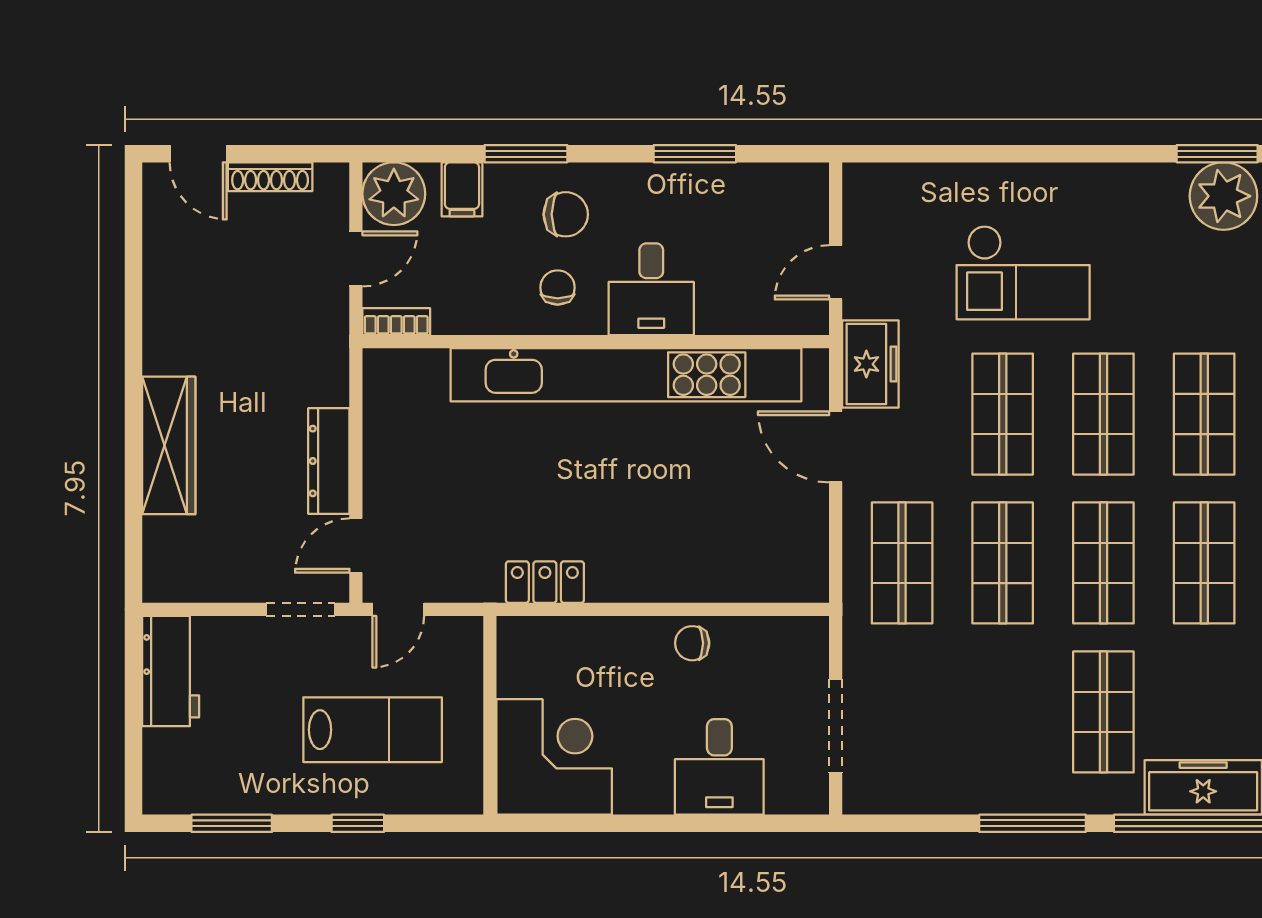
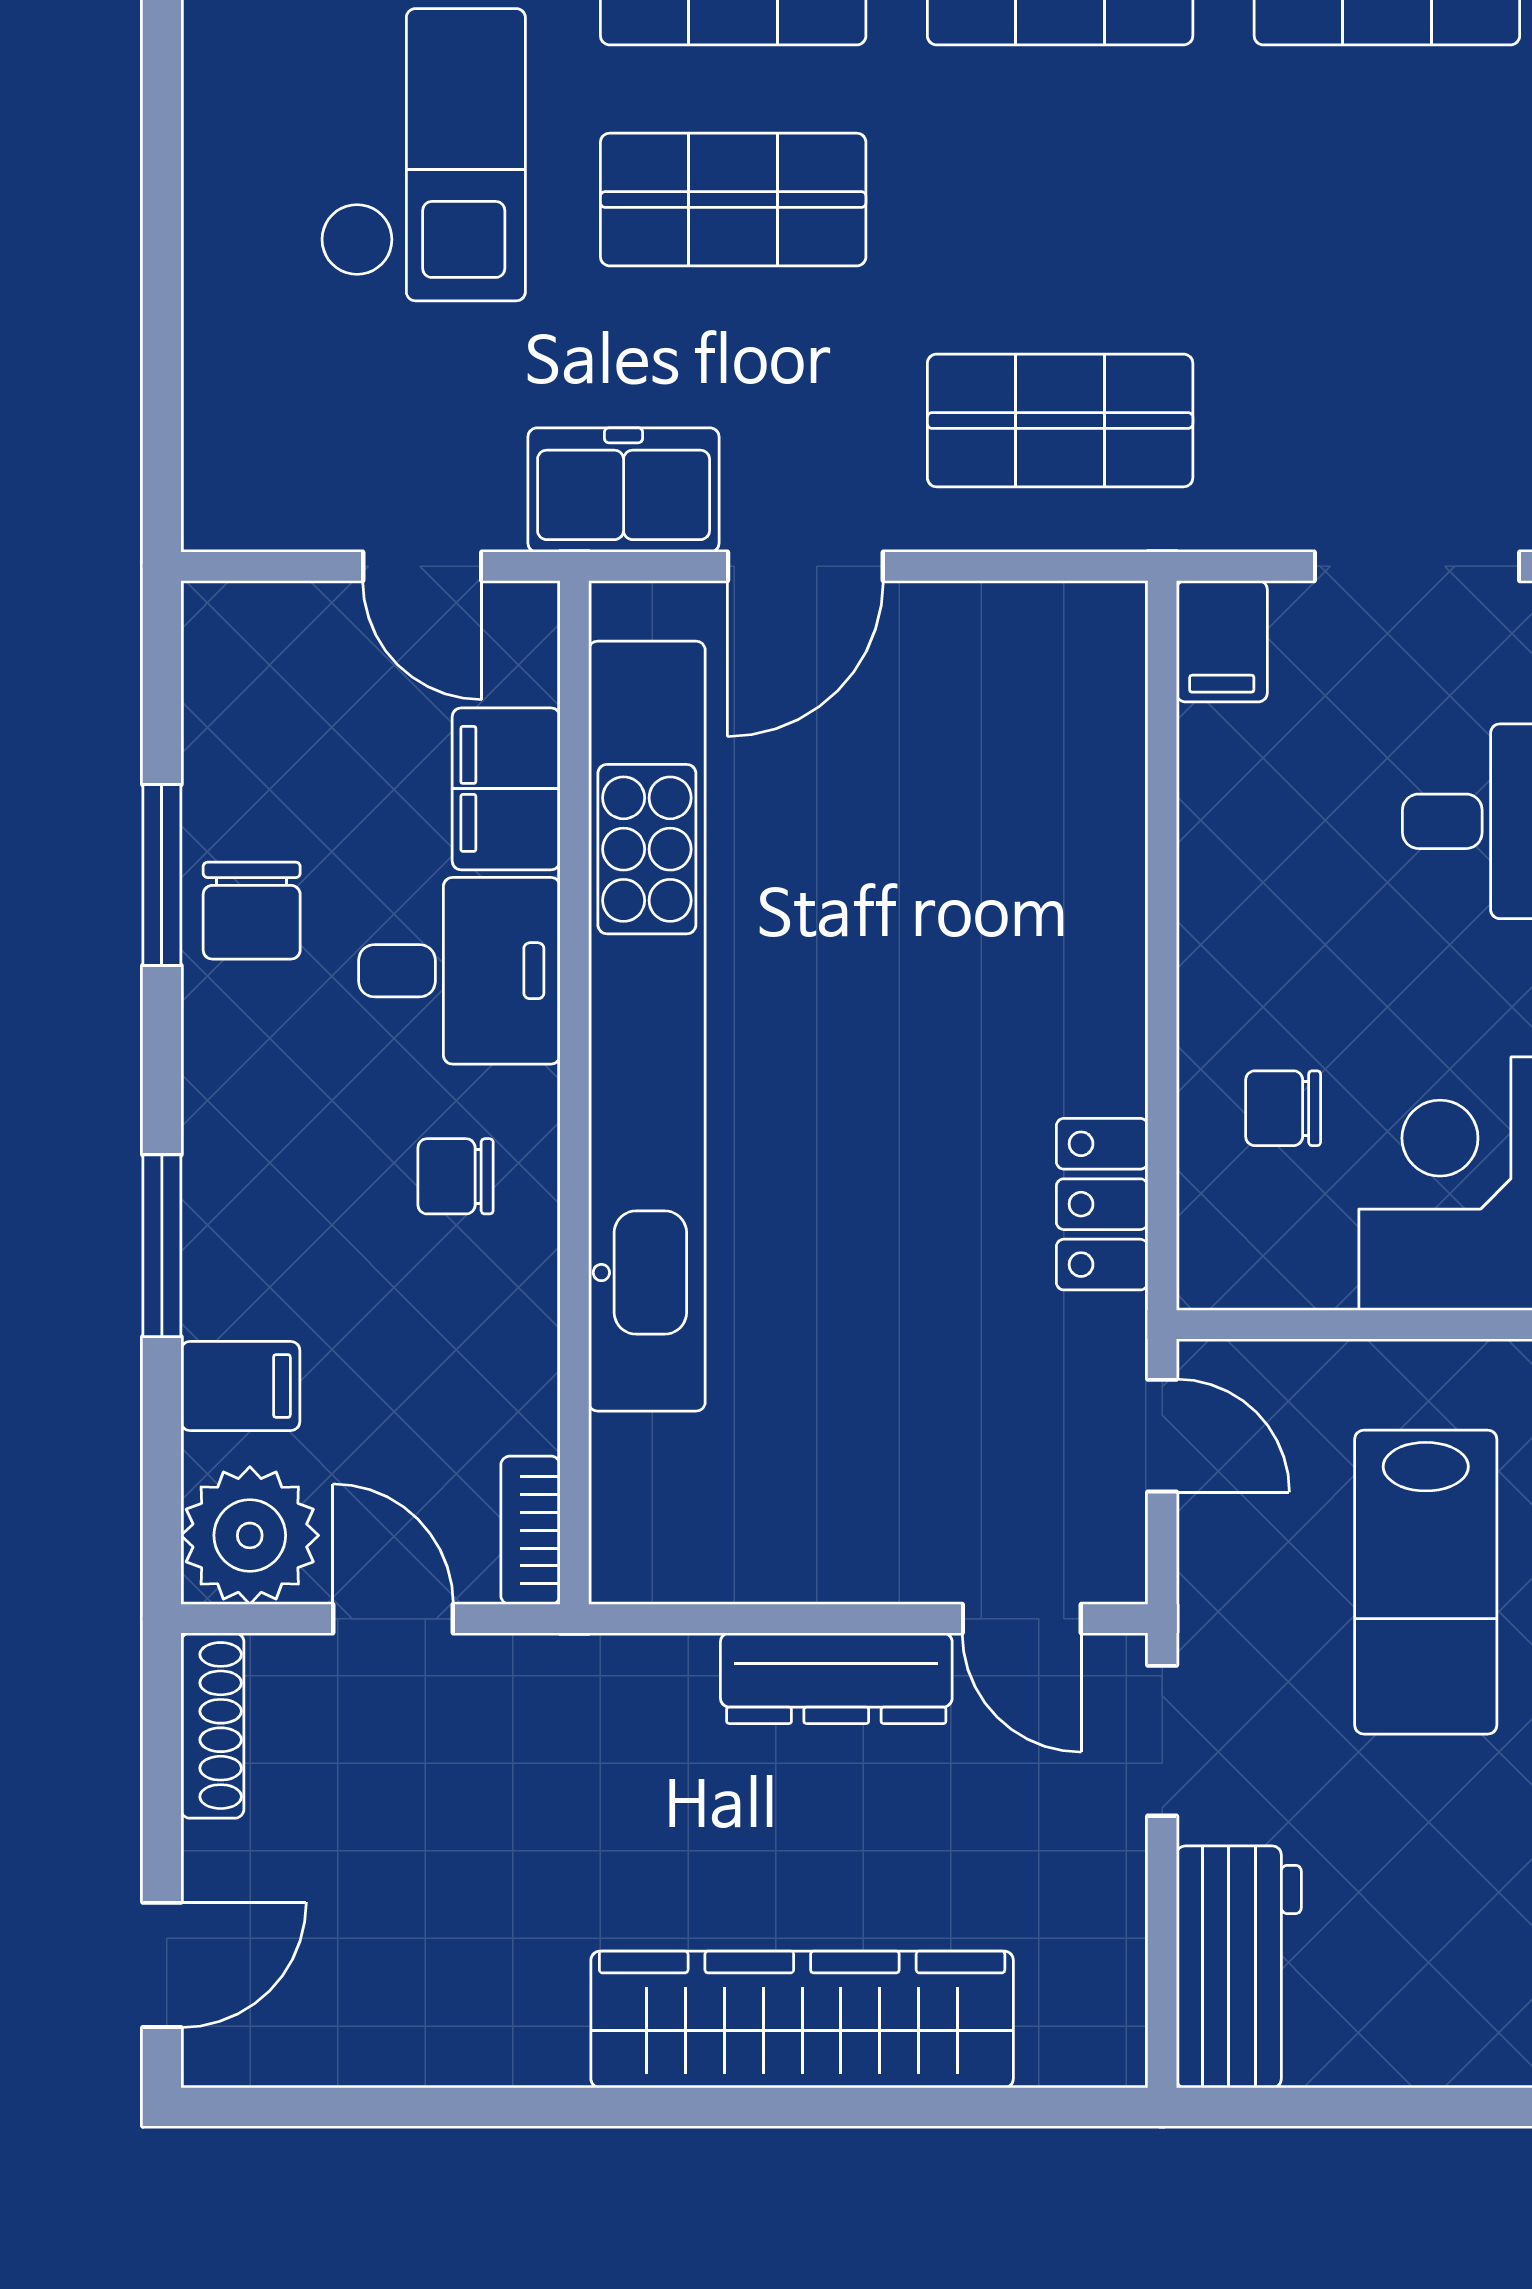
shoe rack: (270, 177) -> (212, 1726), moved
chair: (566, 214) -> (252, 911), moved, turned 180
filing cabinet: (734, 311) -> (506, 789), added
wardrobe: (169, 445) -> (802, 2019), width x1.40, depth x1.17
shop shelf: (1003, 563) -> (1060, 200), removed
door: (398, 609) -> (1162, 1436), moved
filing cabinet: (801, 637) -> (1222, 641), added
chair: (692, 643) -> (1283, 1108), moved, turned 90
workbench: (171, 671) -> (1239, 1967), moved, turned 90
lab bench: (373, 730) -> (1426, 1582), turned 180

